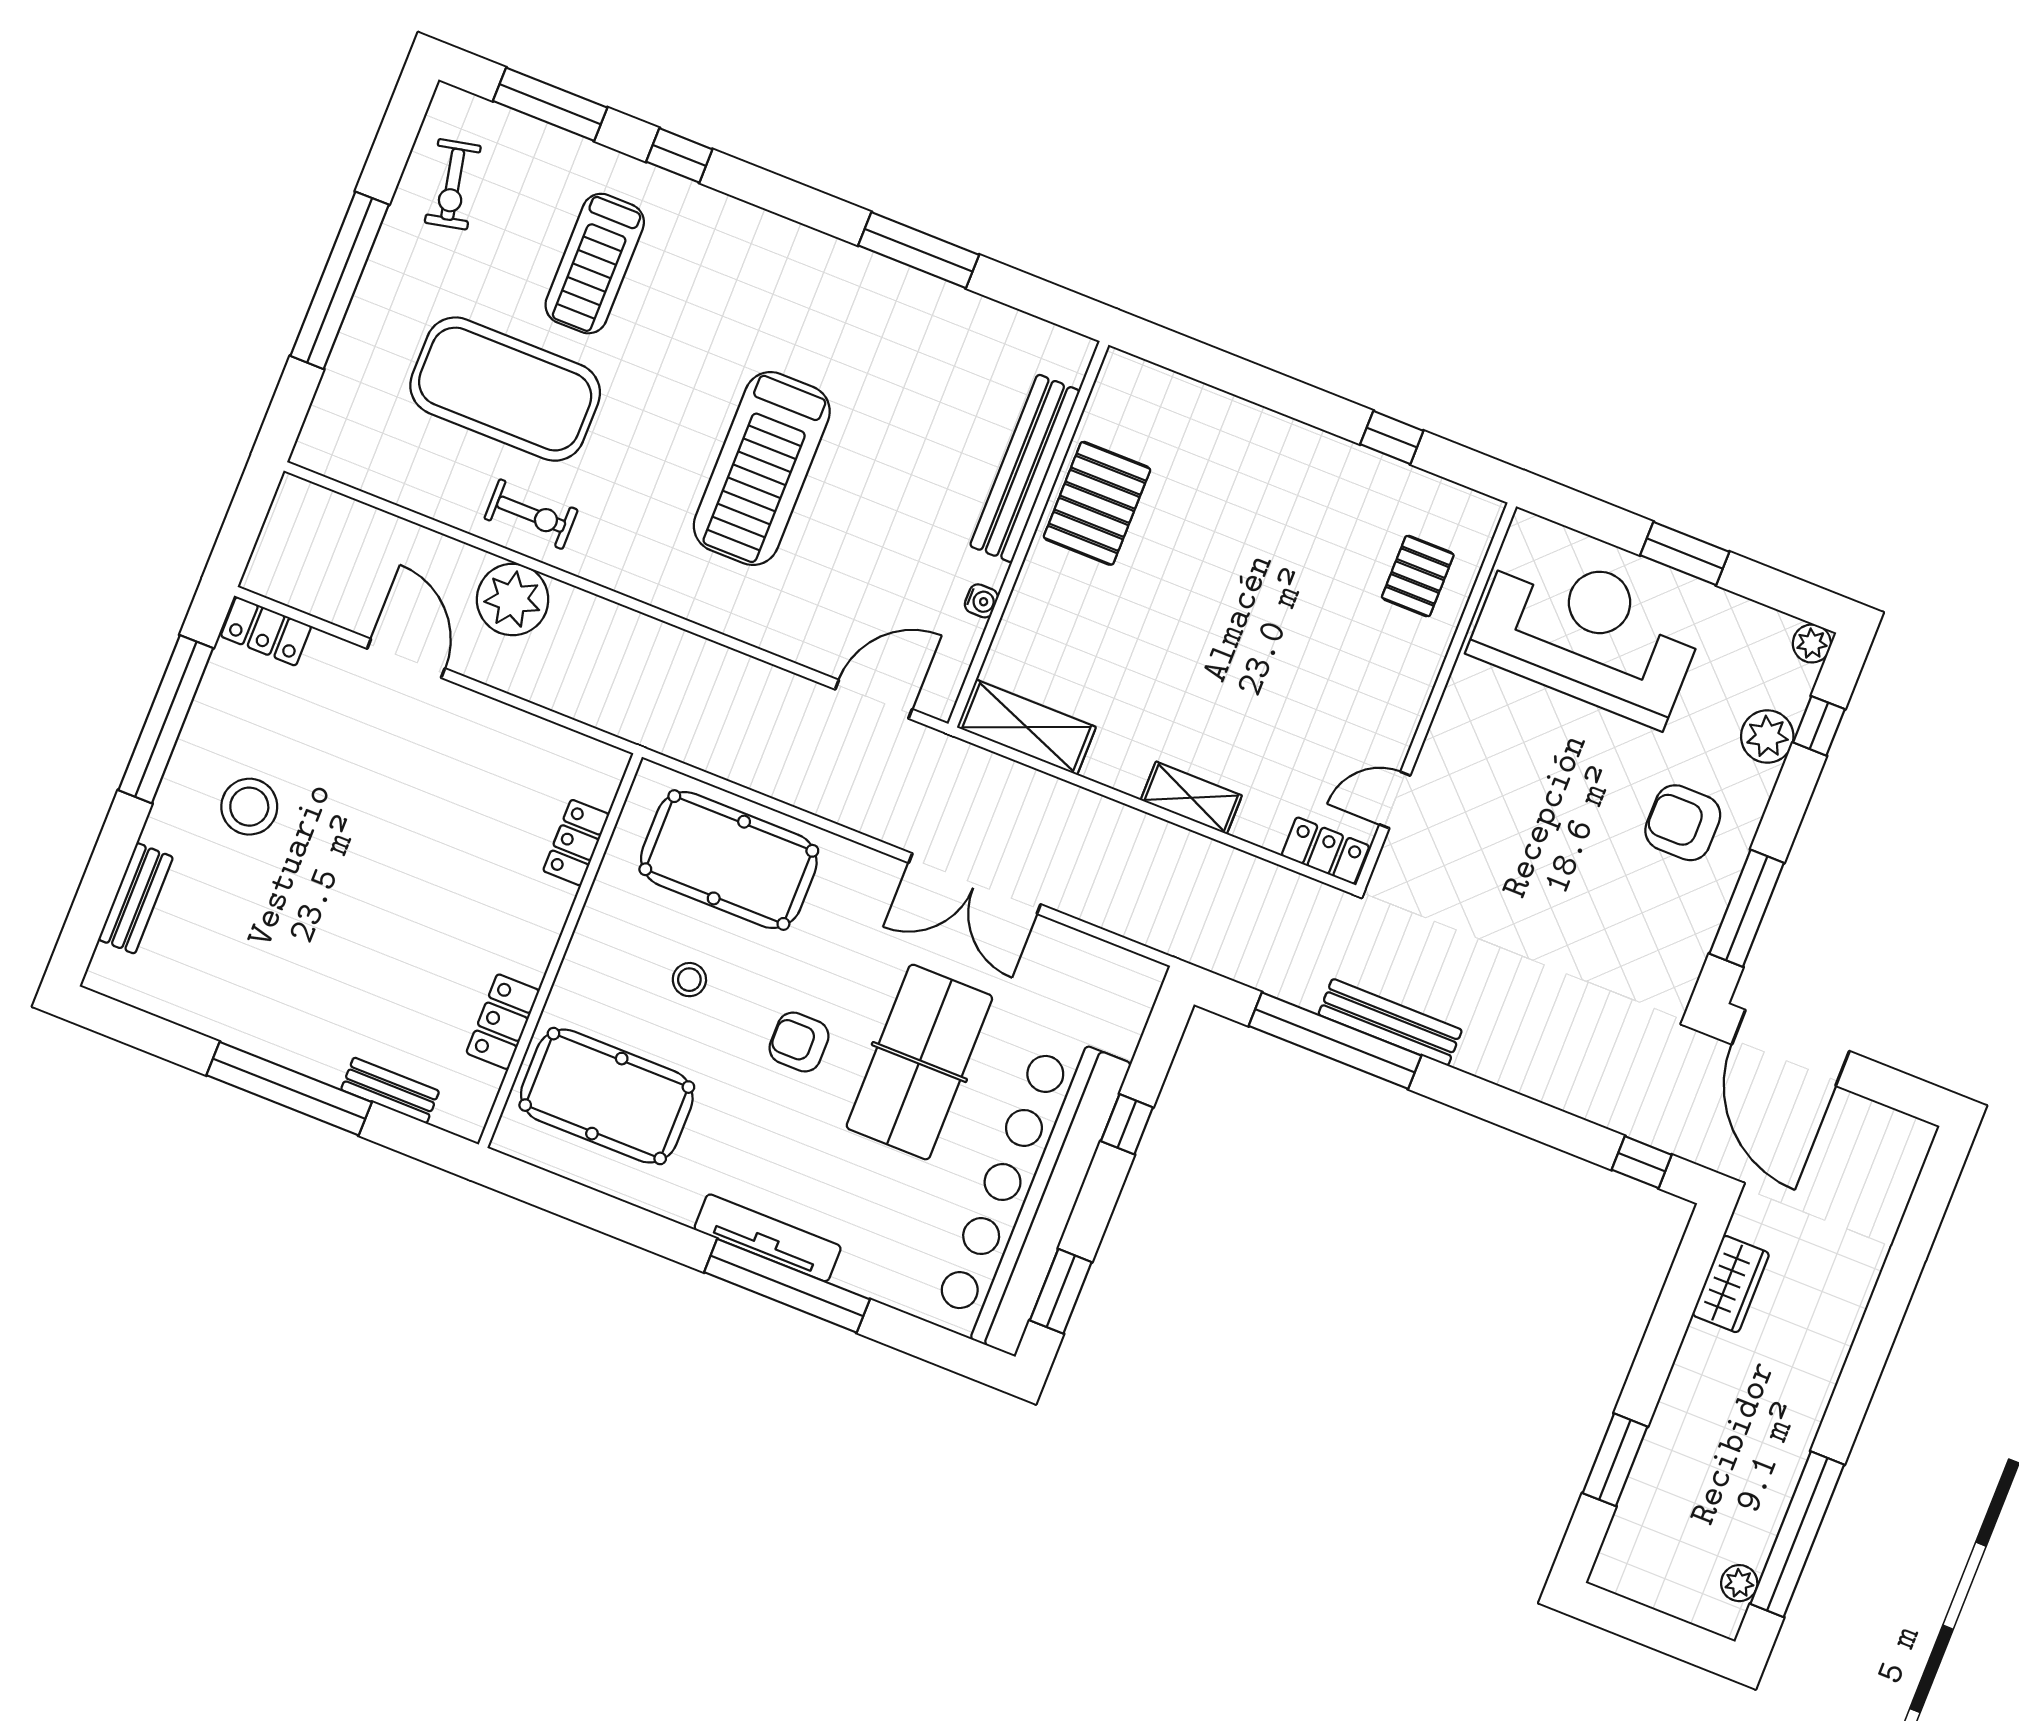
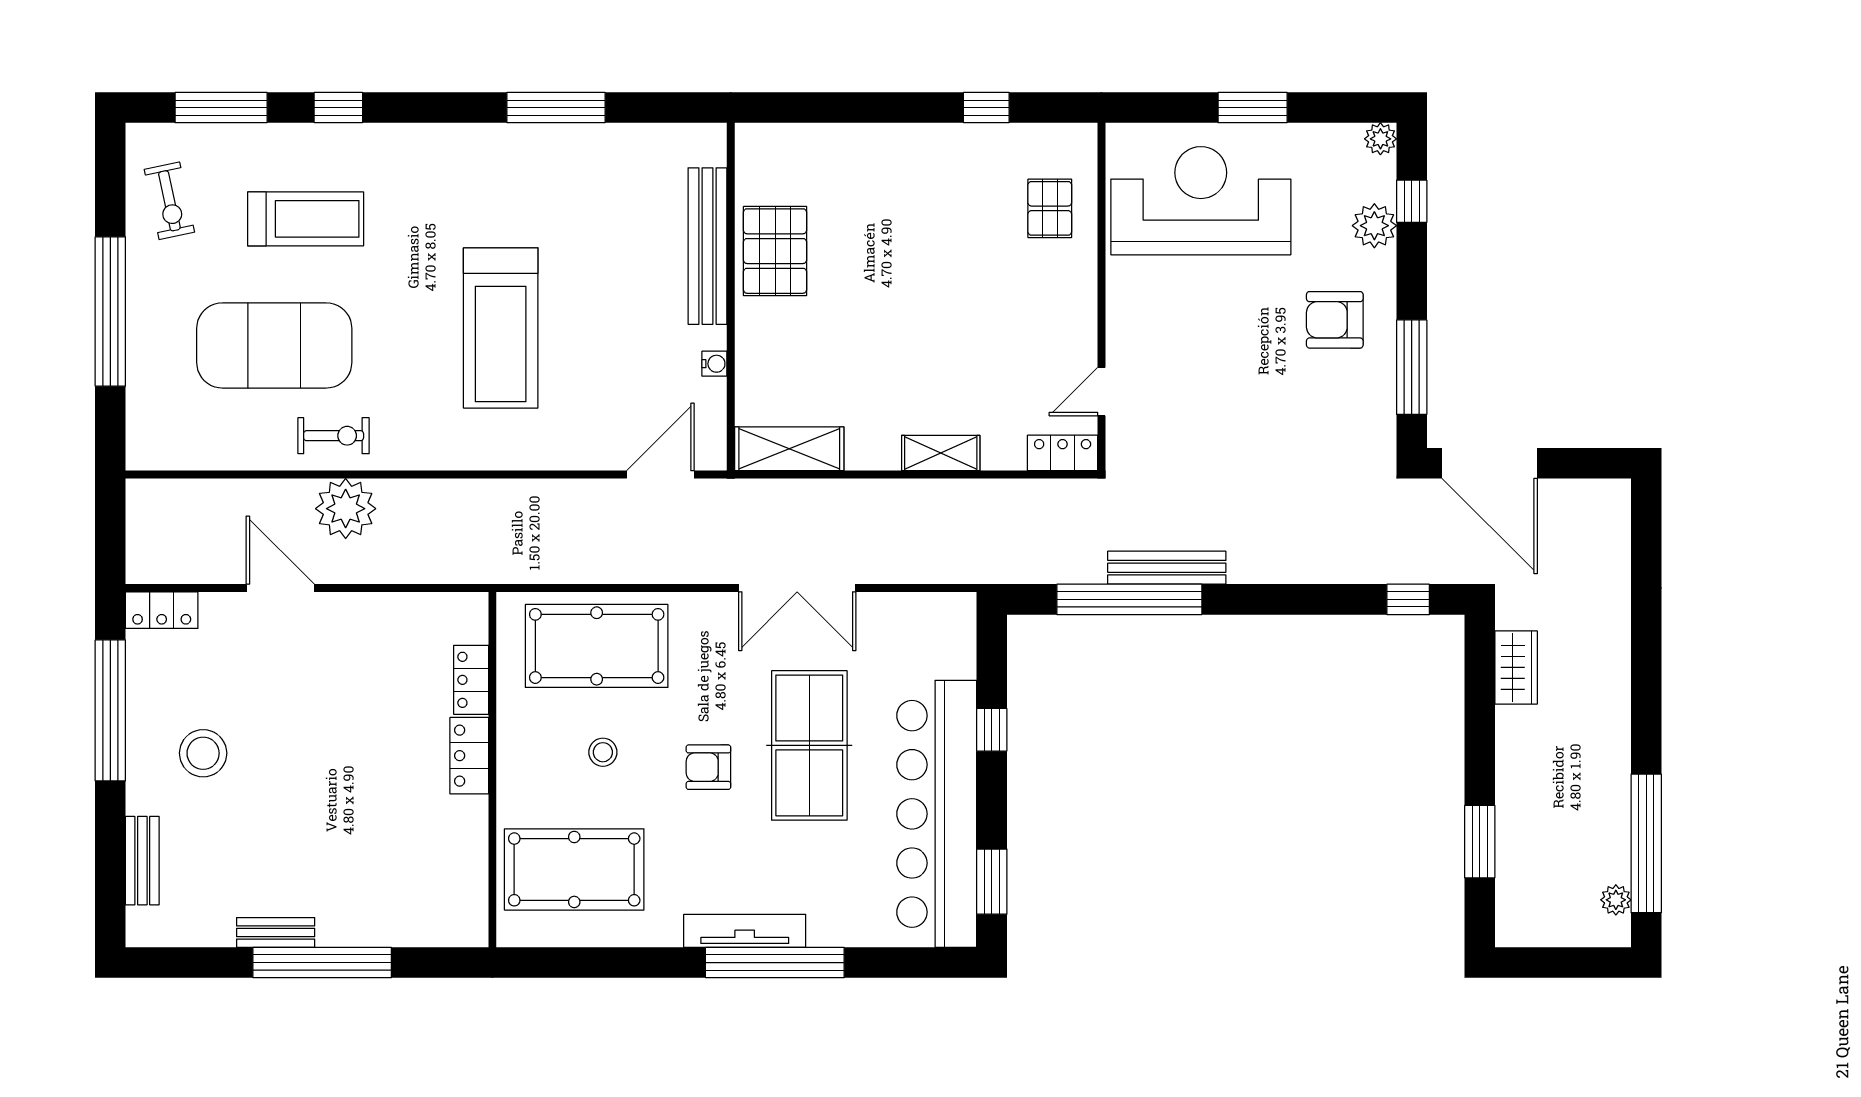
treadmill: (595, 264) -> (306, 219), turned -90
locker: (503, 1022) -> (469, 756), moved
bench: (390, 1090) -> (276, 932), moved

